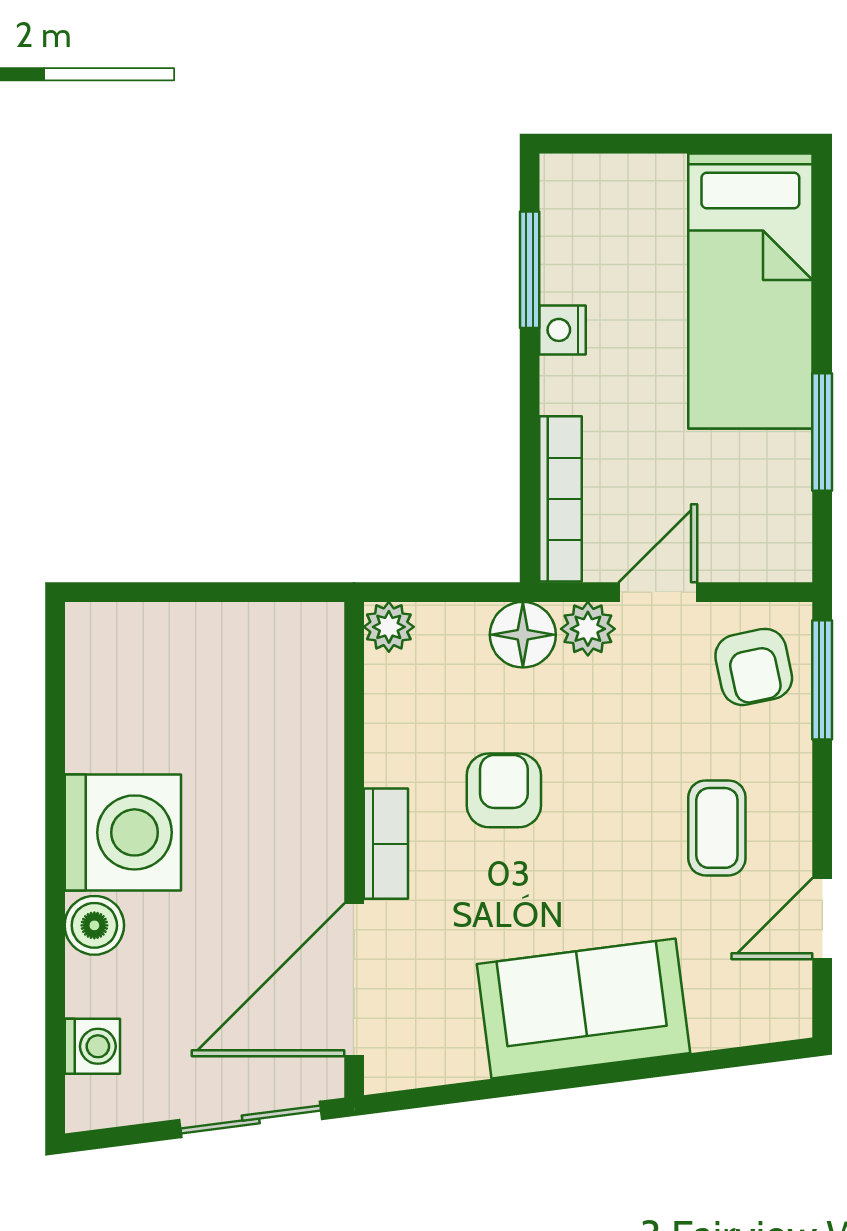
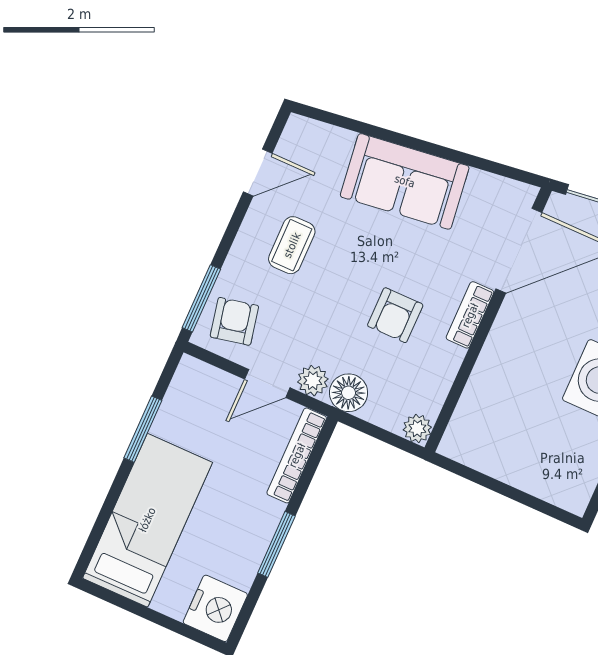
window: (530, 270) -> (276, 544), moved
nightstand: (563, 330) -> (215, 608), moved, width x1.89, depth x1.79

